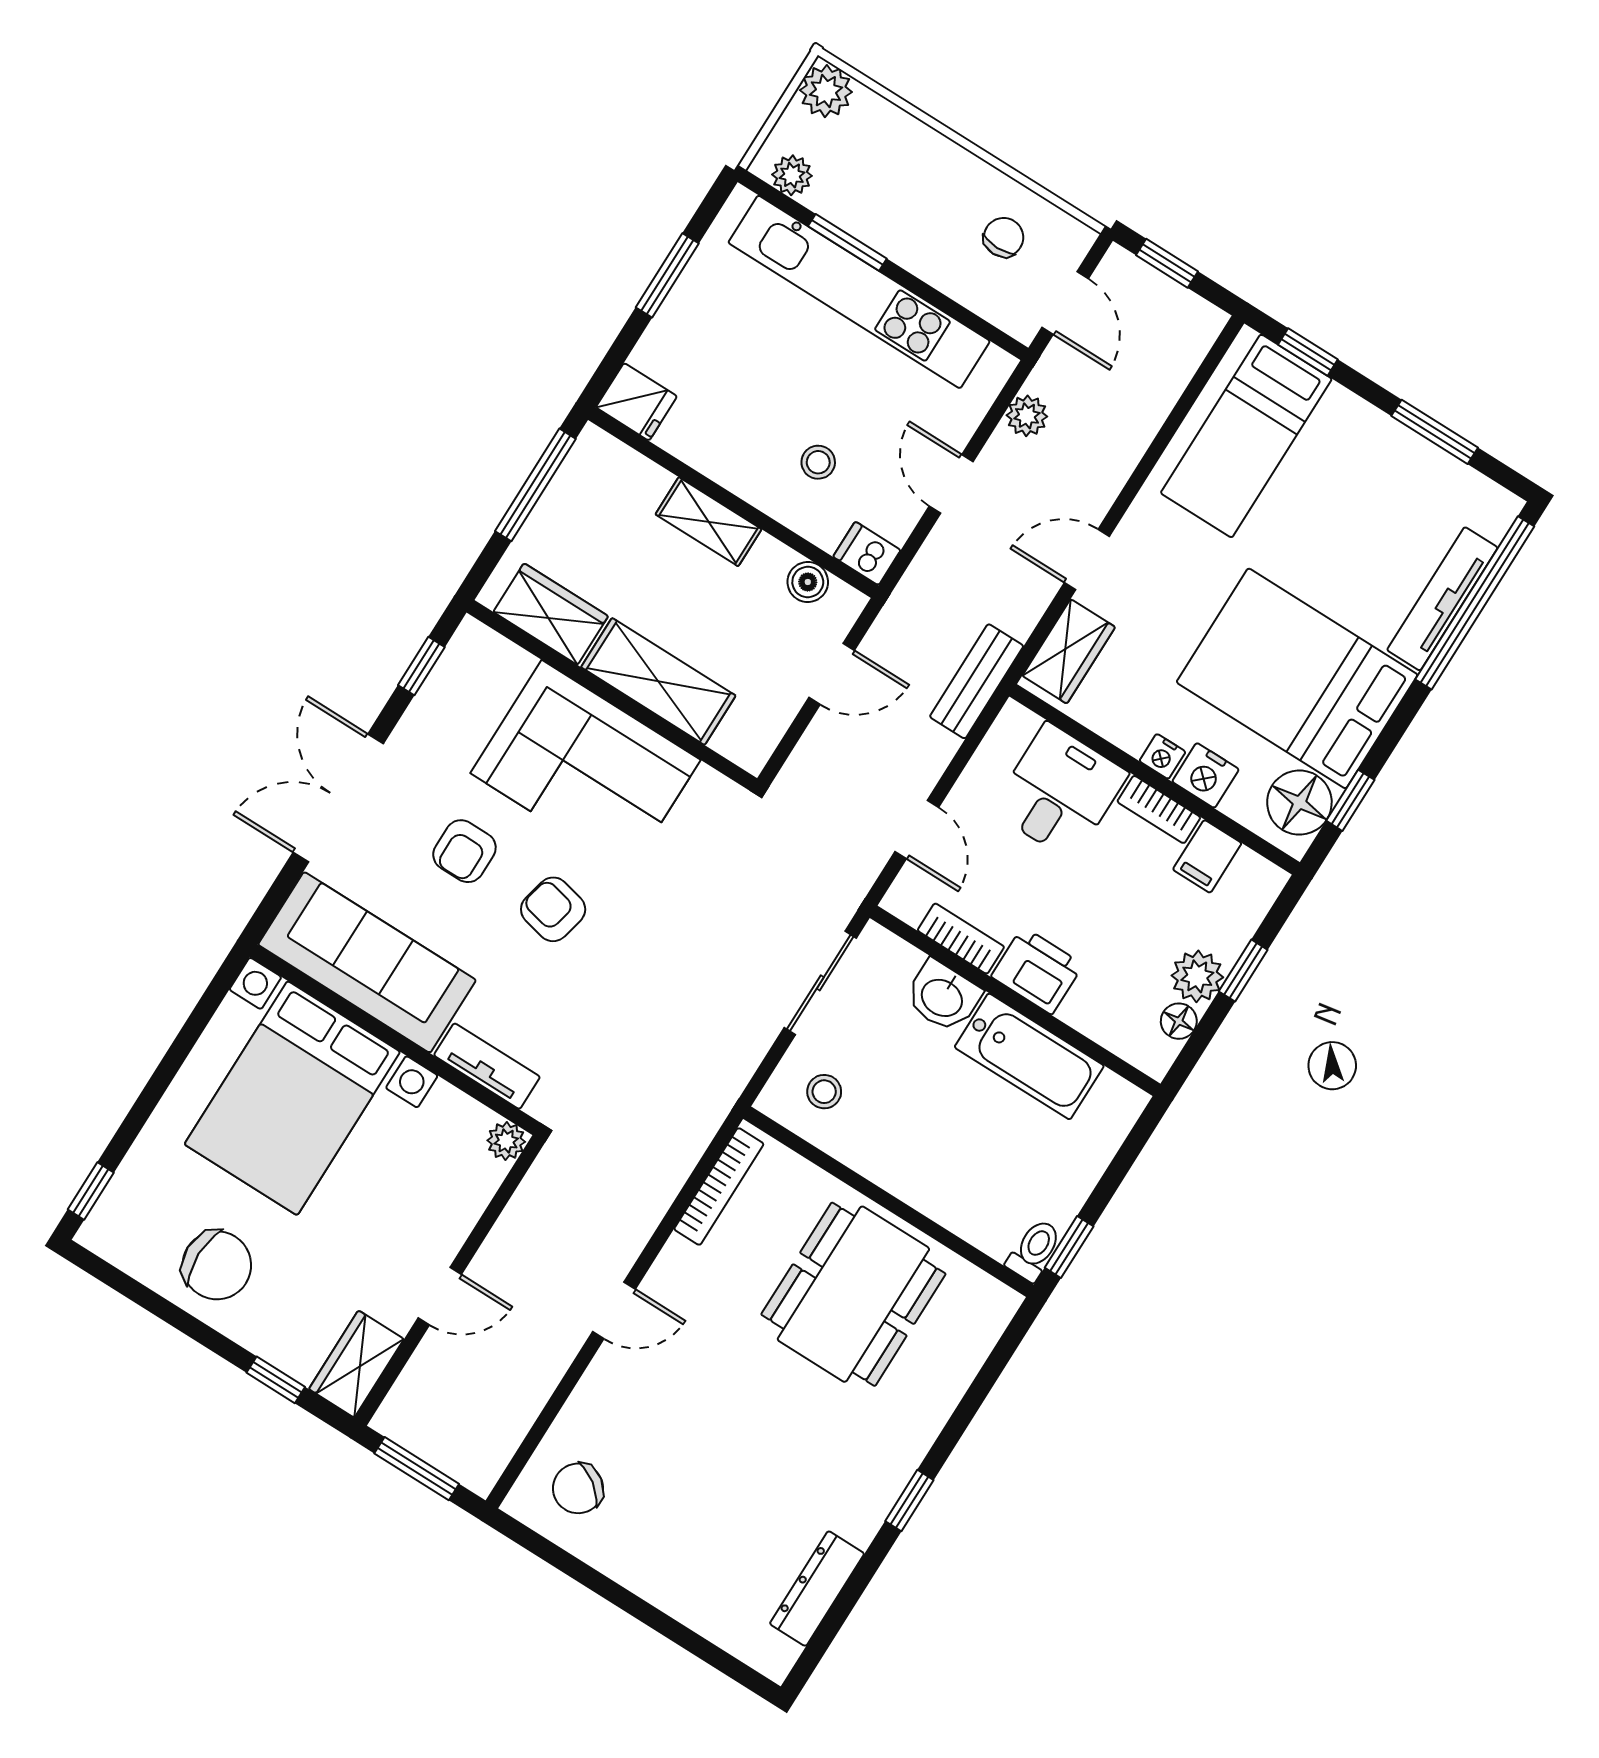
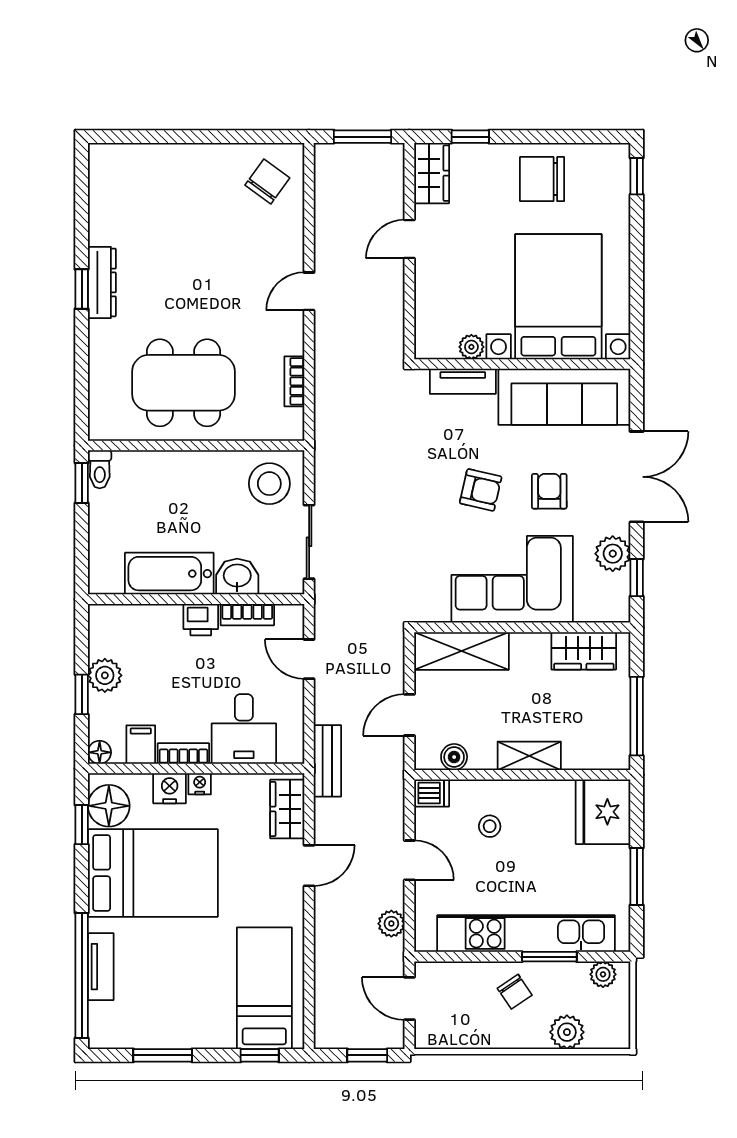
plant: (826, 91) -> (567, 1032), moved
chair: (1004, 237) -> (515, 992), moved, turned -34
fridge: (636, 402) -> (603, 812), width x1.88, depth x1.34
tv unit: (1442, 599) -> (101, 967), width x0.71
shelving: (658, 681) -> (461, 651), moved
plant: (433, 717) -> (613, 554), added
printer: (1037, 971) -> (201, 620), width x0.73, depth x0.81
floor lamp: (1179, 1021) -> (100, 752), moved
stool: (824, 1092) -> (269, 484), width x1.89, depth x1.89
plant: (506, 1141) -> (471, 347), moved
bookcase: (719, 1186) -> (294, 381), width x0.64
dining table: (853, 1294) -> (184, 383), turned 90
dresser: (817, 1589) -> (102, 282), moved

